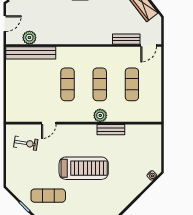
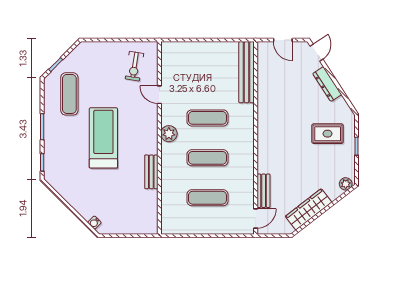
plant: (29, 38) -> (266, 71), removed
door: (149, 45) -> (256, 219), swing flipped
plant: (100, 115) -> (169, 134), moved
treadmill: (84, 168) -> (103, 138), turned 180

